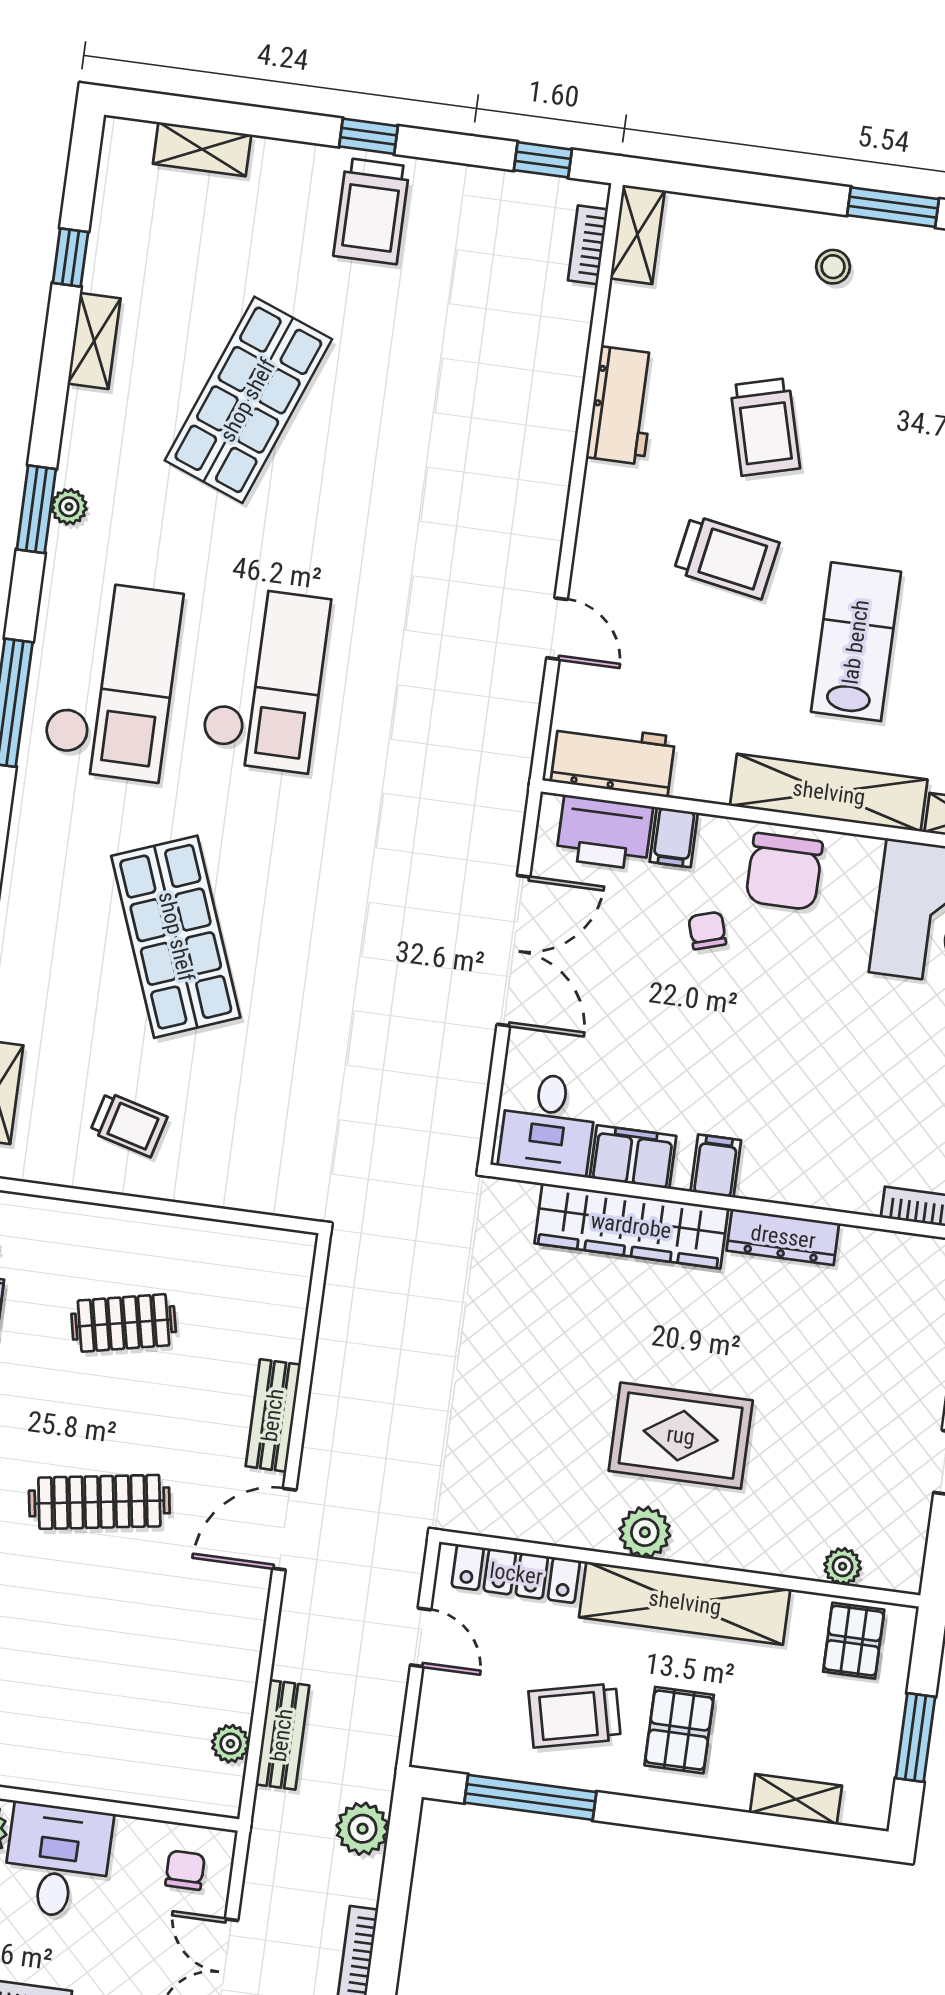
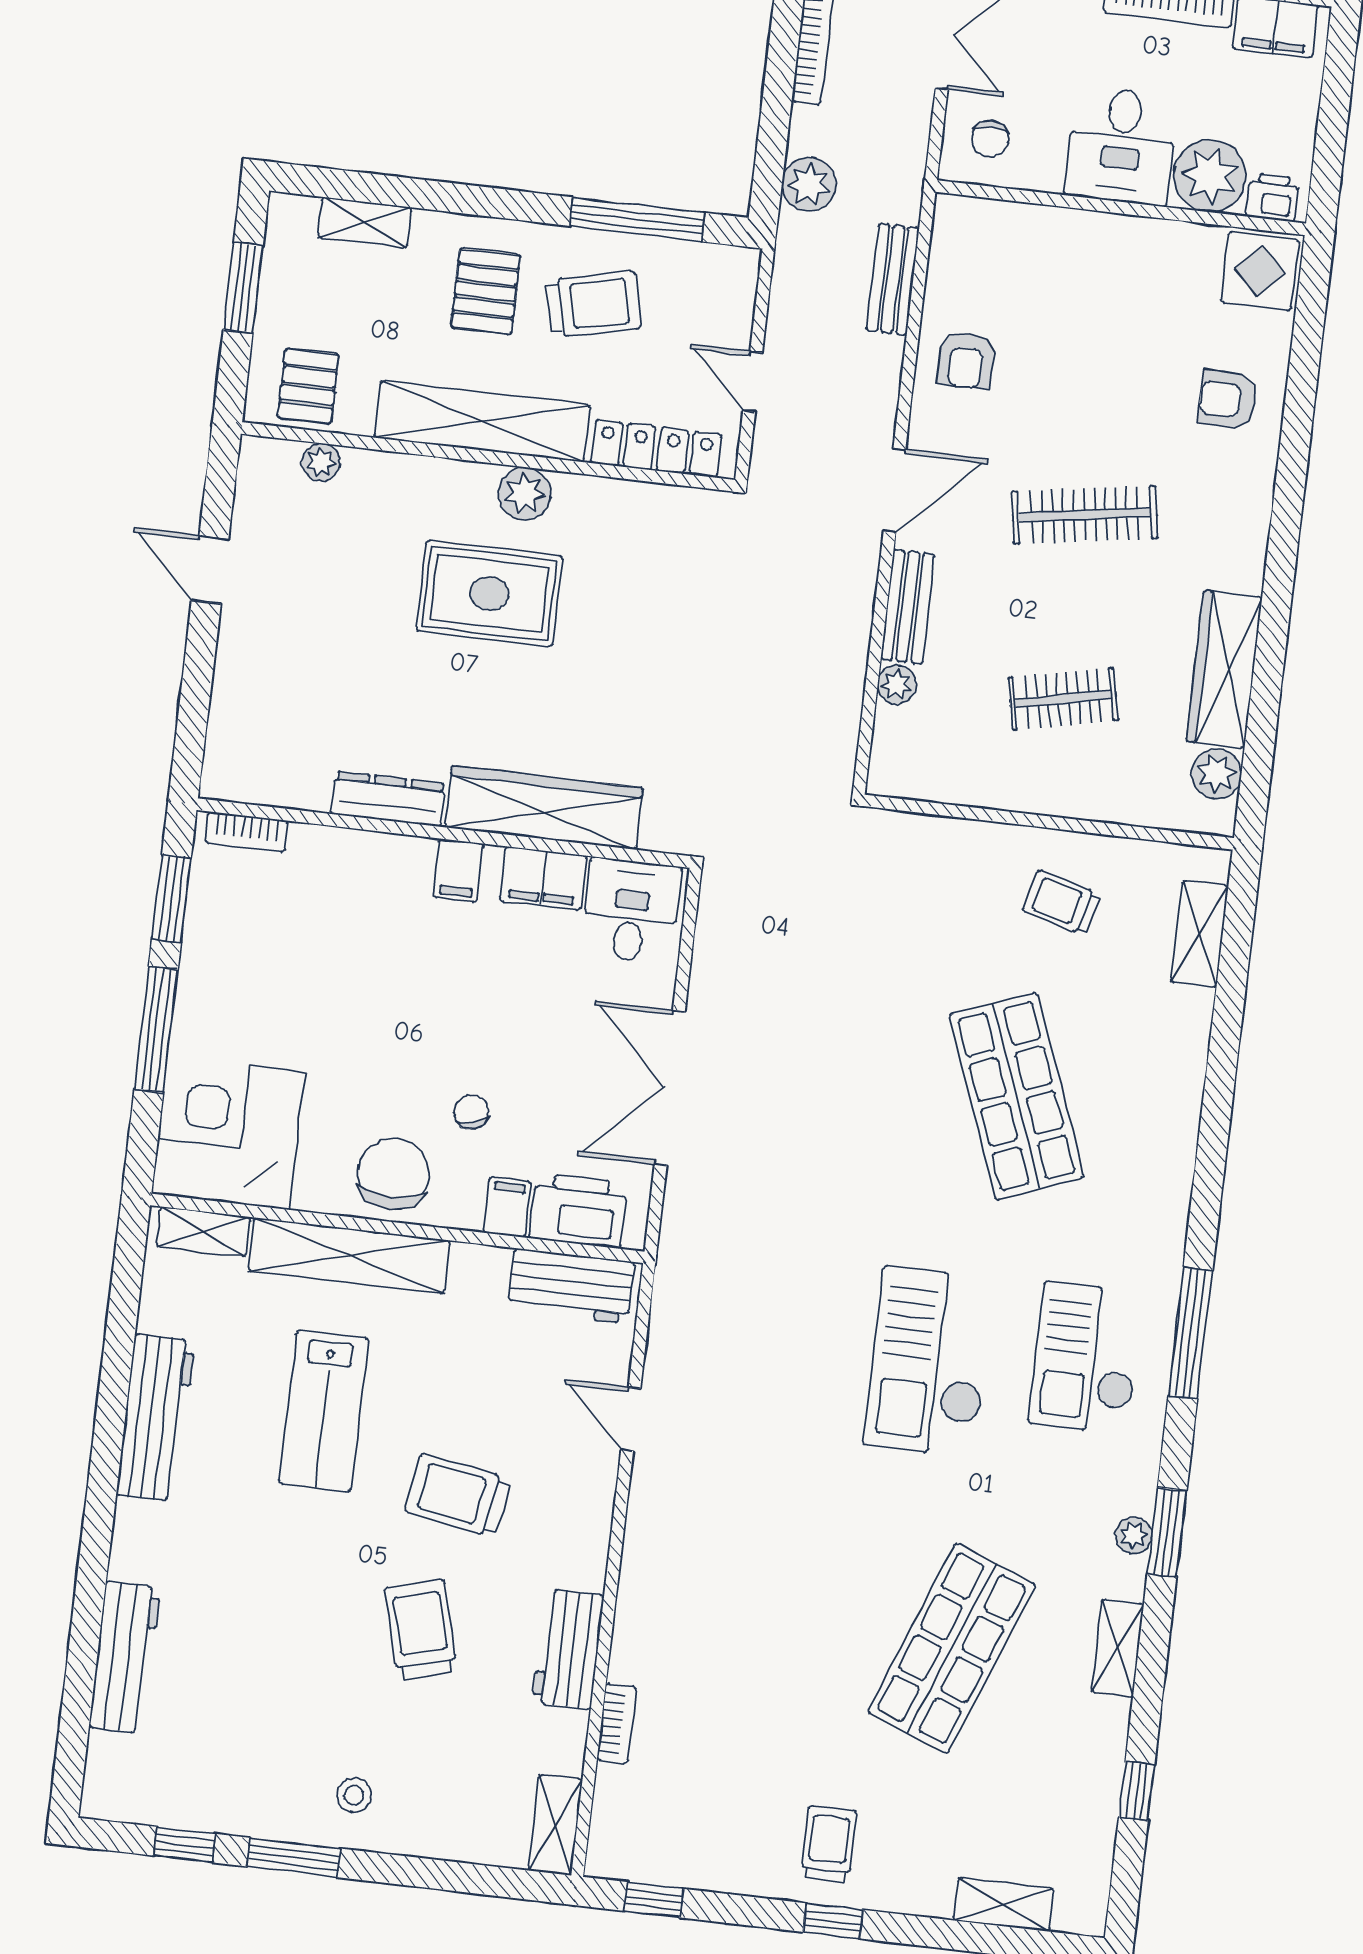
trolley: (371, 211) -> (829, 1844), width x0.73, depth x0.72
bookcase: (588, 245) -> (617, 1723), moved
shelving: (94, 341) -> (1118, 1648), moved
checkout: (112, 681) -> (1086, 1358), width x0.73, depth x0.83
chair: (707, 931) -> (471, 1112), turned 180
armchair: (212, 1655) -> (966, 360), added
plant: (231, 1744) -> (897, 685), moved

